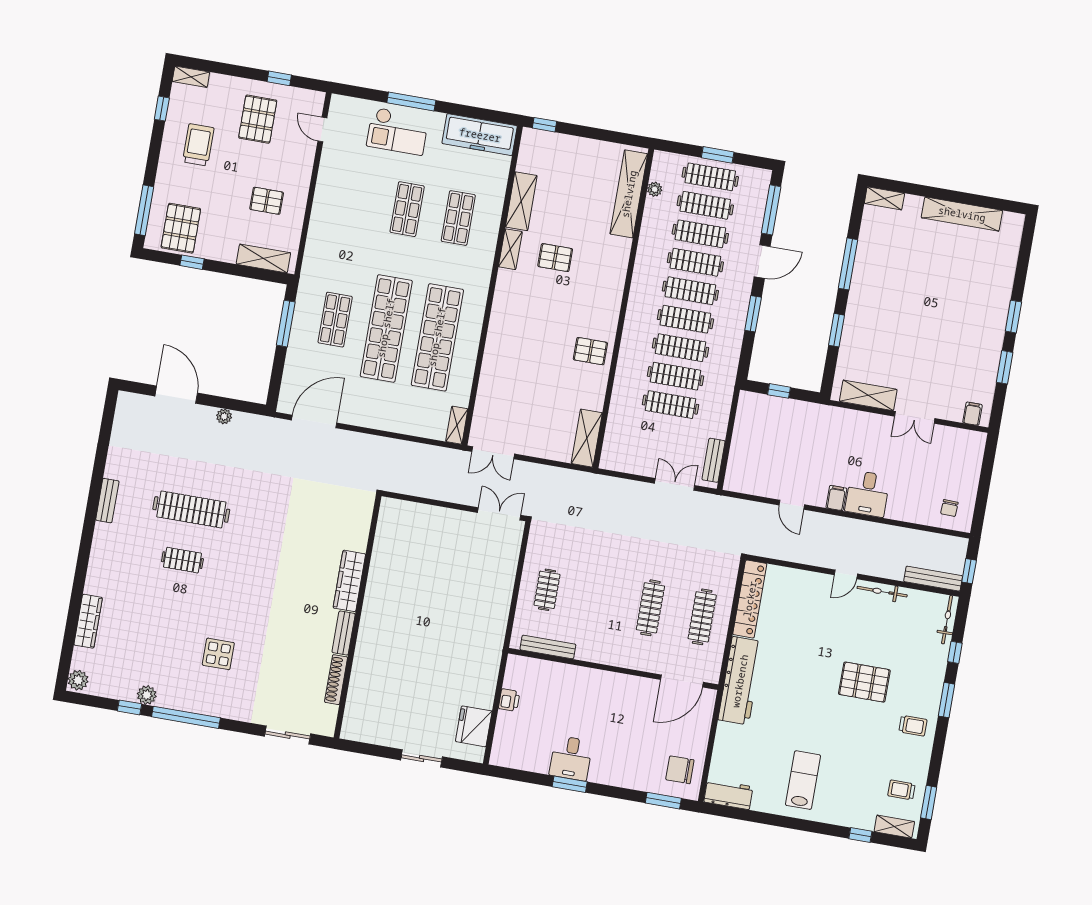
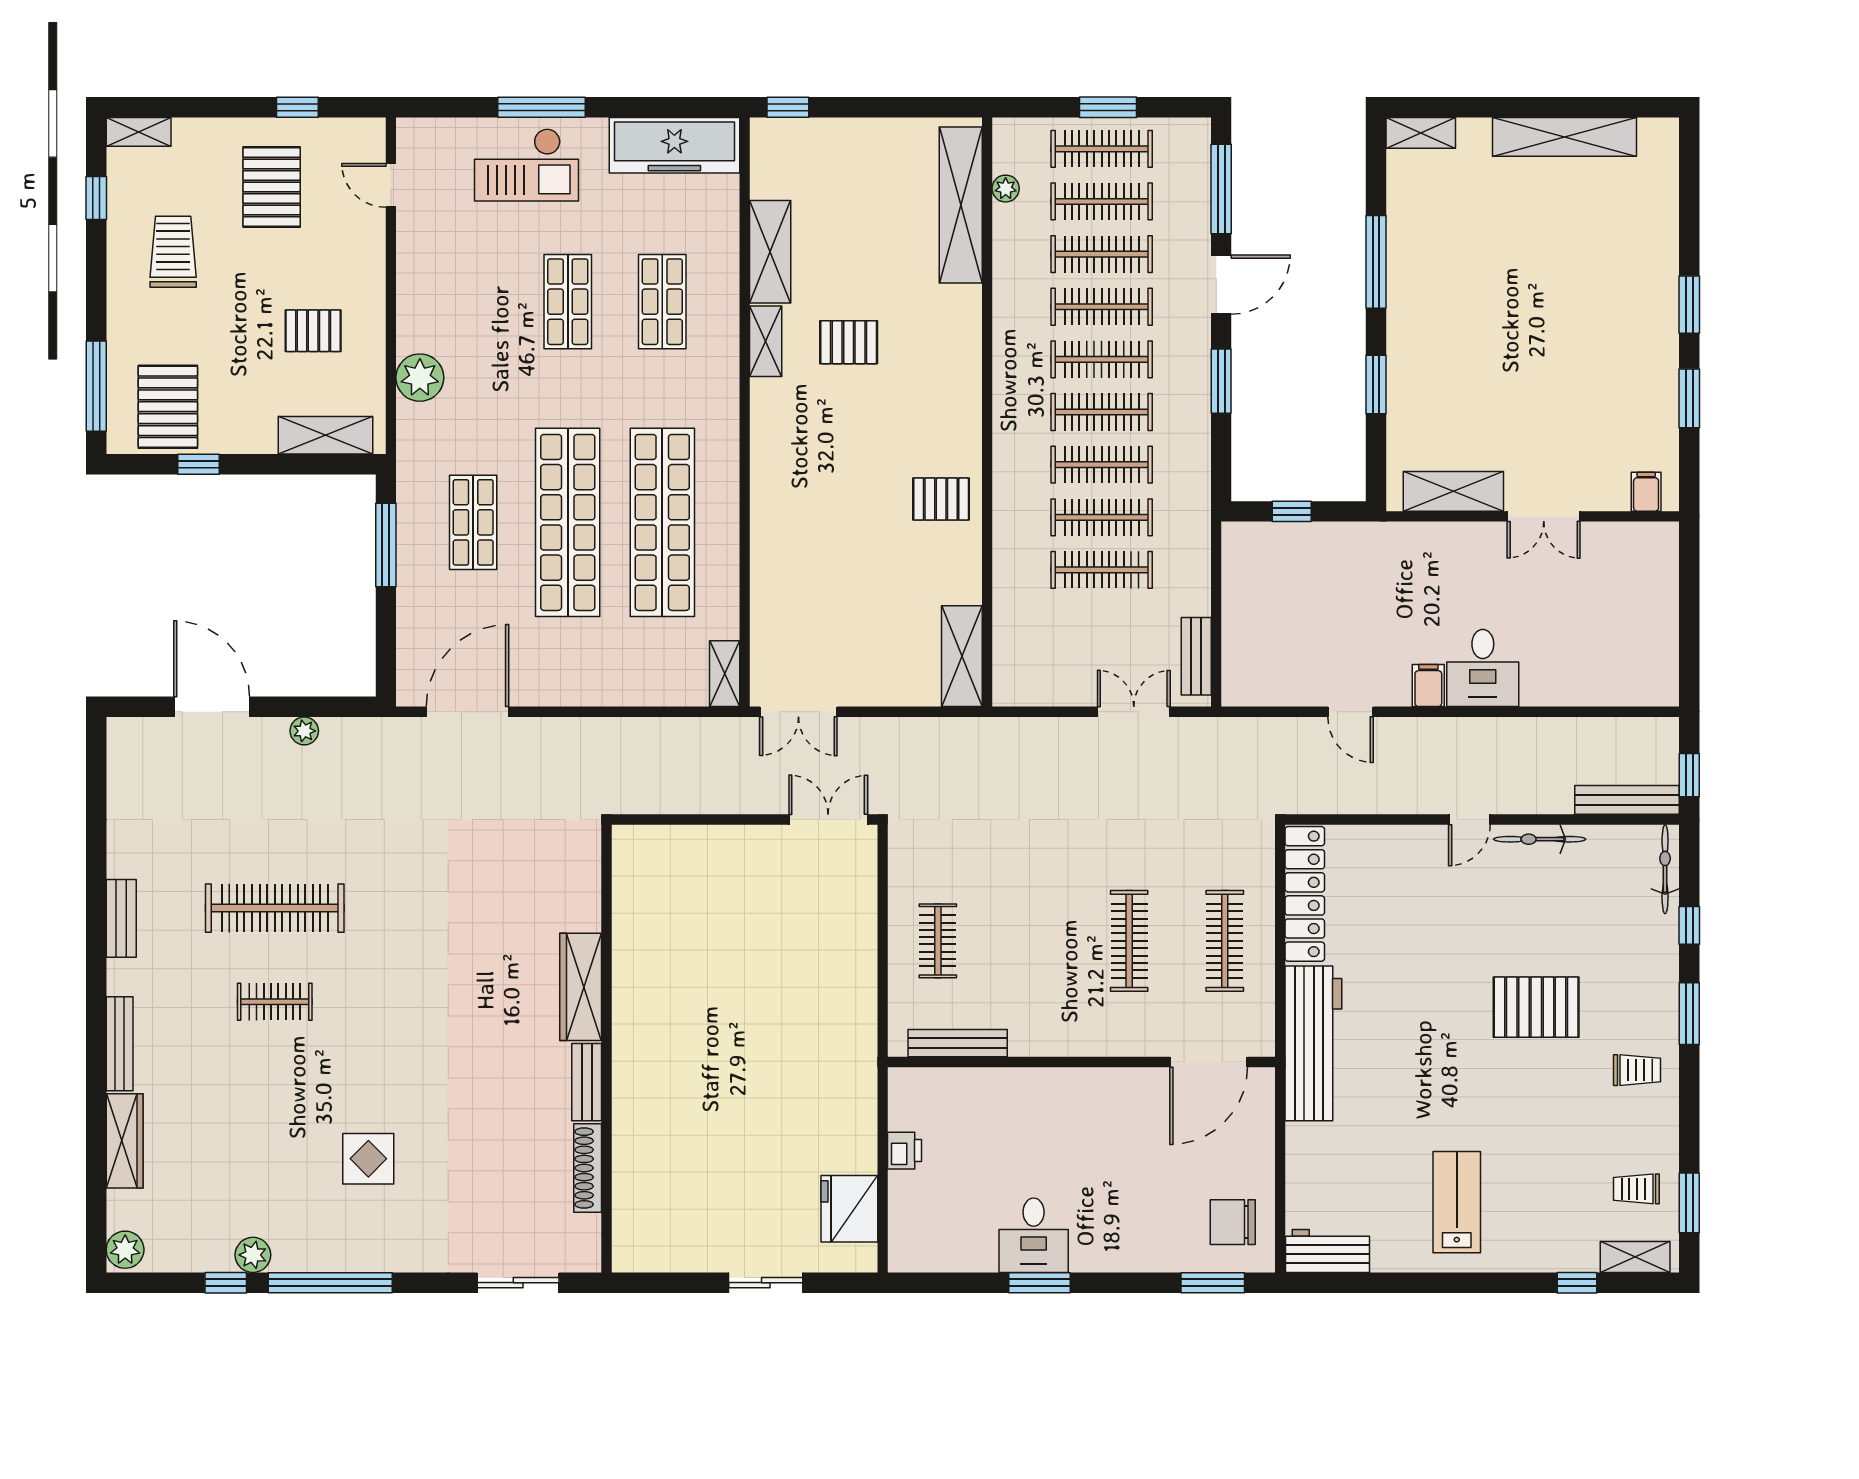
plant: (320, 236) -> (420, 378), added
chair: (949, 508) -> (1634, 668), removed
bench: (95, 568) -> (120, 1044), added

